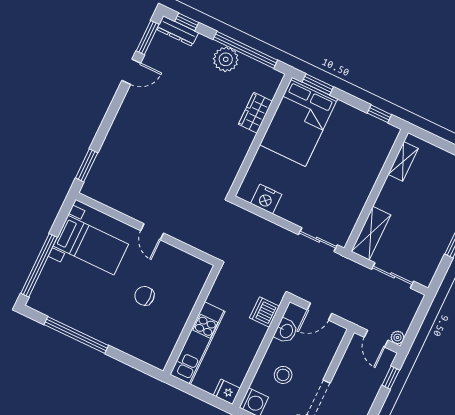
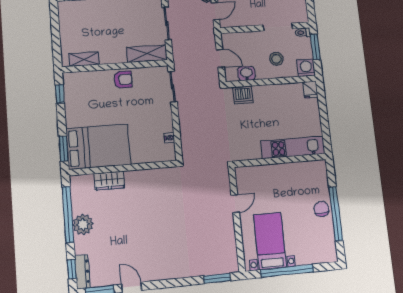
armchair: (357, 190) -> (123, 80), added
nightstand: (266, 199) -> (169, 138), width x0.53, depth x0.56
window: (39, 265) -> (287, 271), moved
chair: (144, 296) -> (321, 209), moved, turned 180
wall: (192, 320) -> (280, 160), moved
kitchen unit: (197, 343) -> (293, 147), moved

